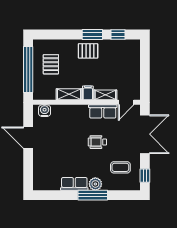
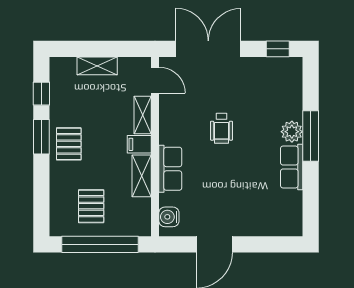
pallet: (51, 64) -> (91, 206), turned 90
shelving: (135, 68) -> (97, 66), added
row of seats: (103, 111) -> (170, 169), moved
coffee table: (120, 167) -> (264, 90), removed

